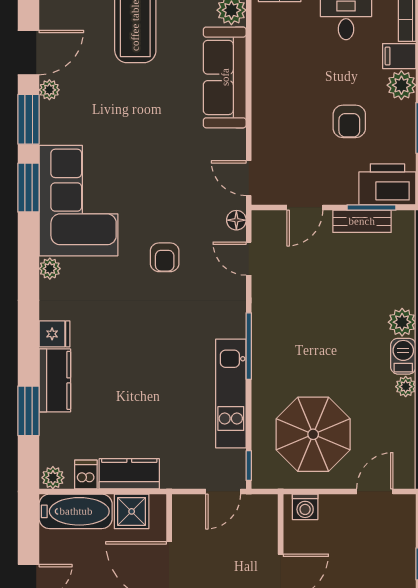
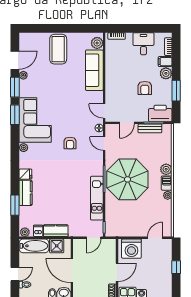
parasol: (313, 434) -> (127, 179), moved, width x1.36, depth x1.36
washing machine: (305, 507) -> (131, 249), width x1.89, depth x1.89

